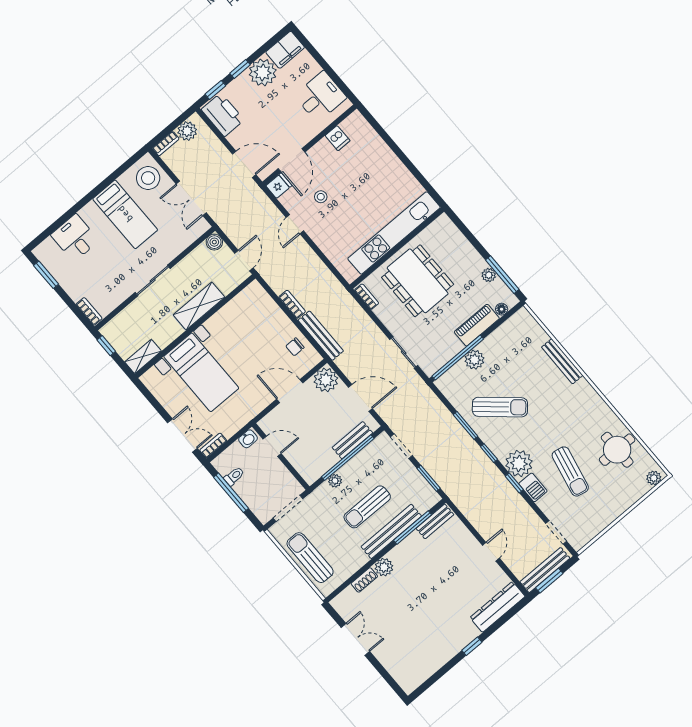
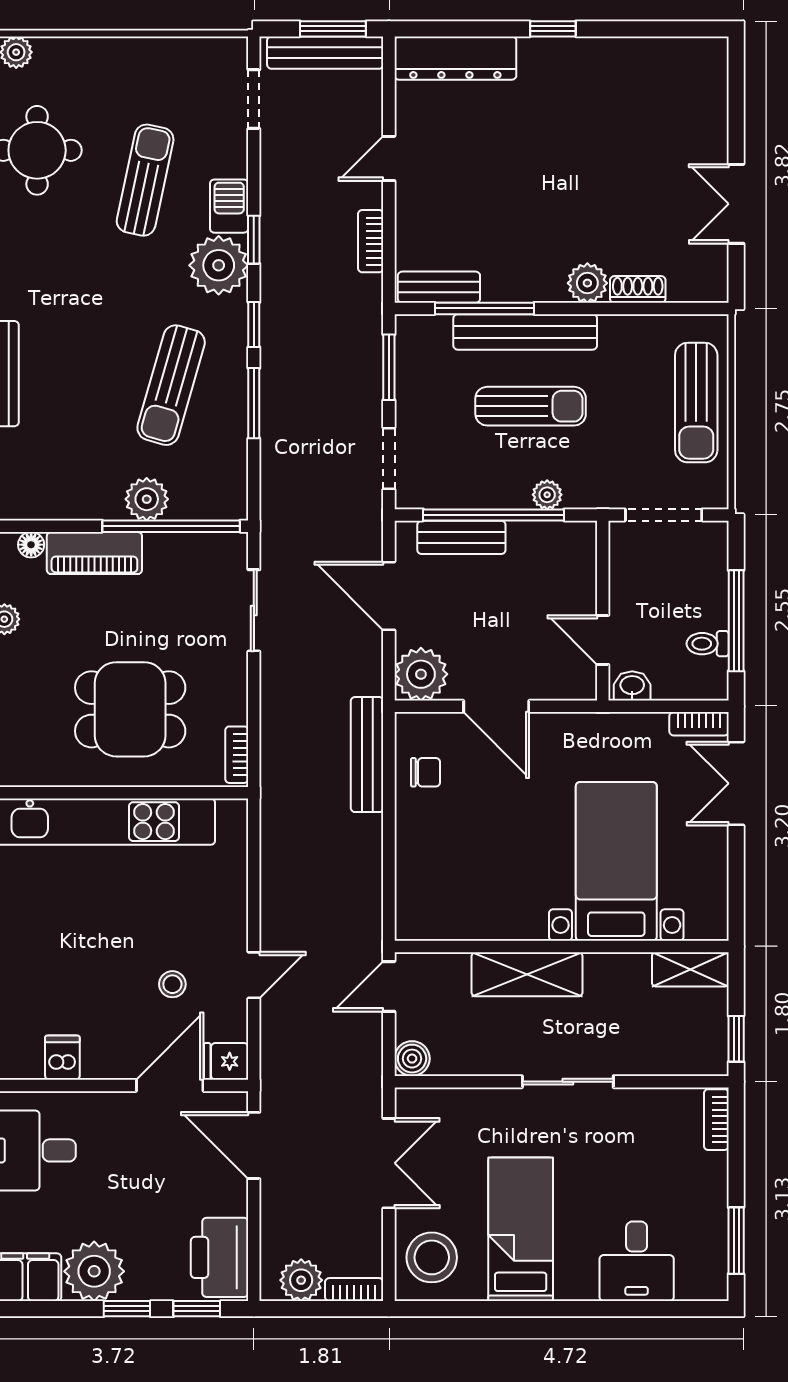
dining table: (418, 281) -> (130, 709), width x0.73
bookcase: (292, 304) -> (371, 241), moved
sun lounger: (500, 407) -> (171, 385), turned -115

